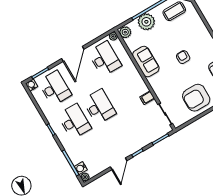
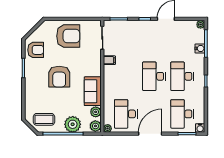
plant: (132, 45) -> (96, 112), added
armchair: (183, 57) -> (59, 77), width x1.88, depth x1.88
water cooler: (81, 168) -> (200, 48), moved

